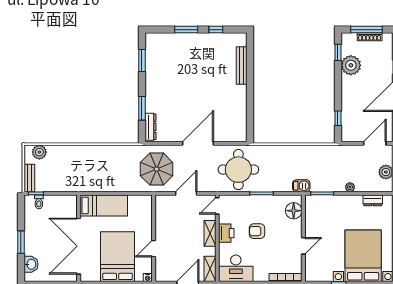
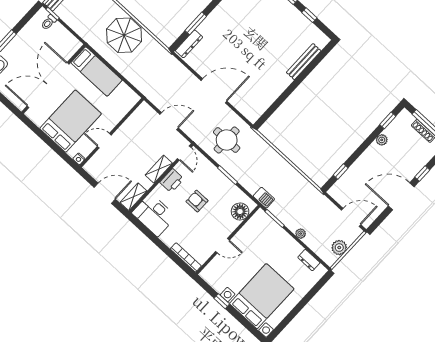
plant: (351, 65) -> (382, 140), width x0.53, depth x0.53
parasol: (157, 169) -> (124, 35), moved
round table: (238, 170) -> (227, 140), width x0.73, depth x0.73
door: (217, 206) -> (184, 153), swing flipped

